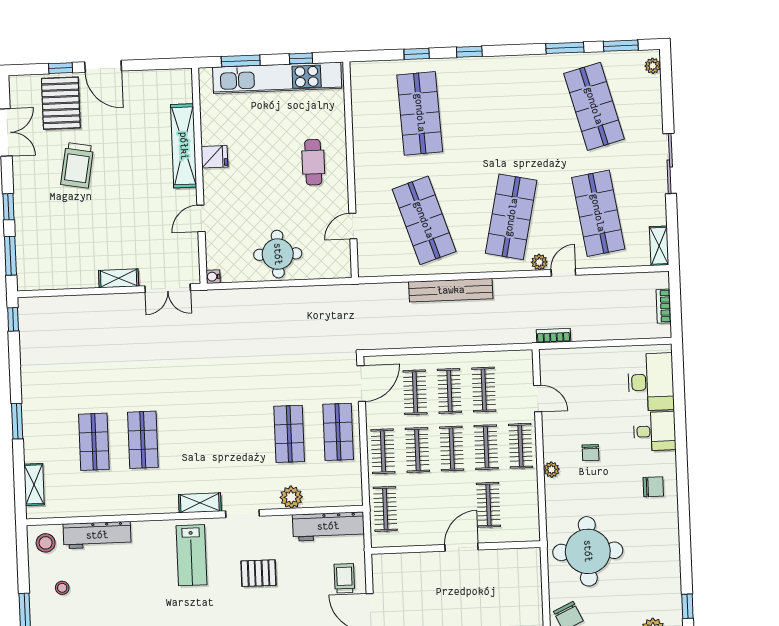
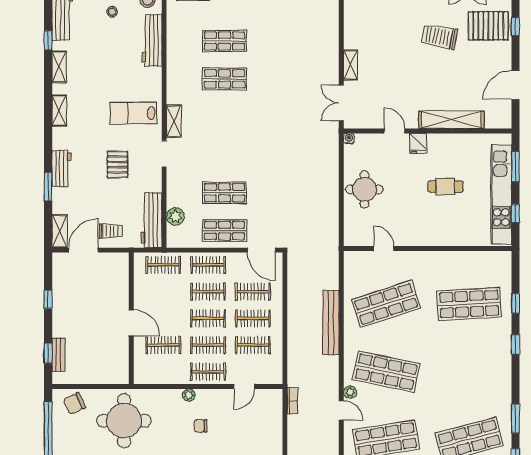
door: (103, 66) -> (515, 85), moved
fridge: (214, 157) -> (418, 143), moved
cafe table: (313, 162) -> (445, 187), moved
plant: (291, 497) -> (175, 217), moved

